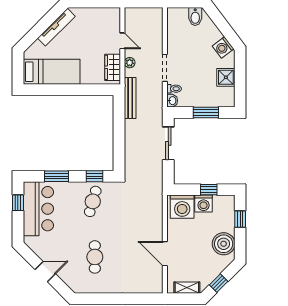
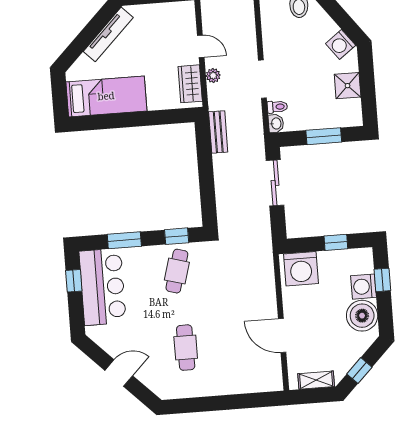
bench: (130, 98) -> (218, 132), width x0.73
washing machine: (204, 204) -> (363, 287), moved, turned 90

